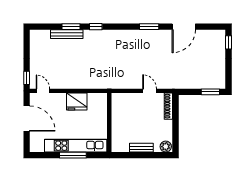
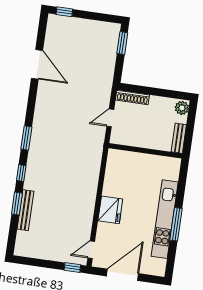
window: (149, 27) -> (26, 138), moved
wall: (109, 122) -> (145, 151), moved

